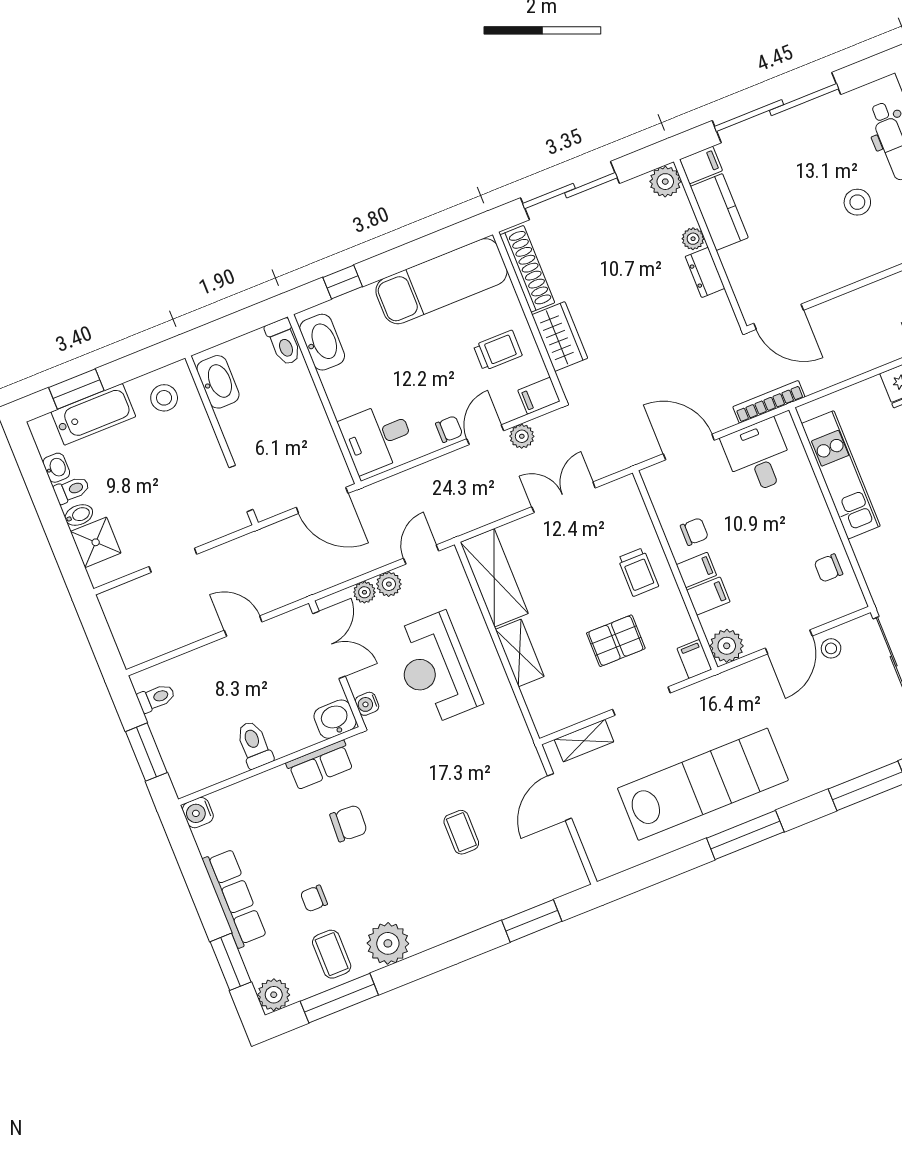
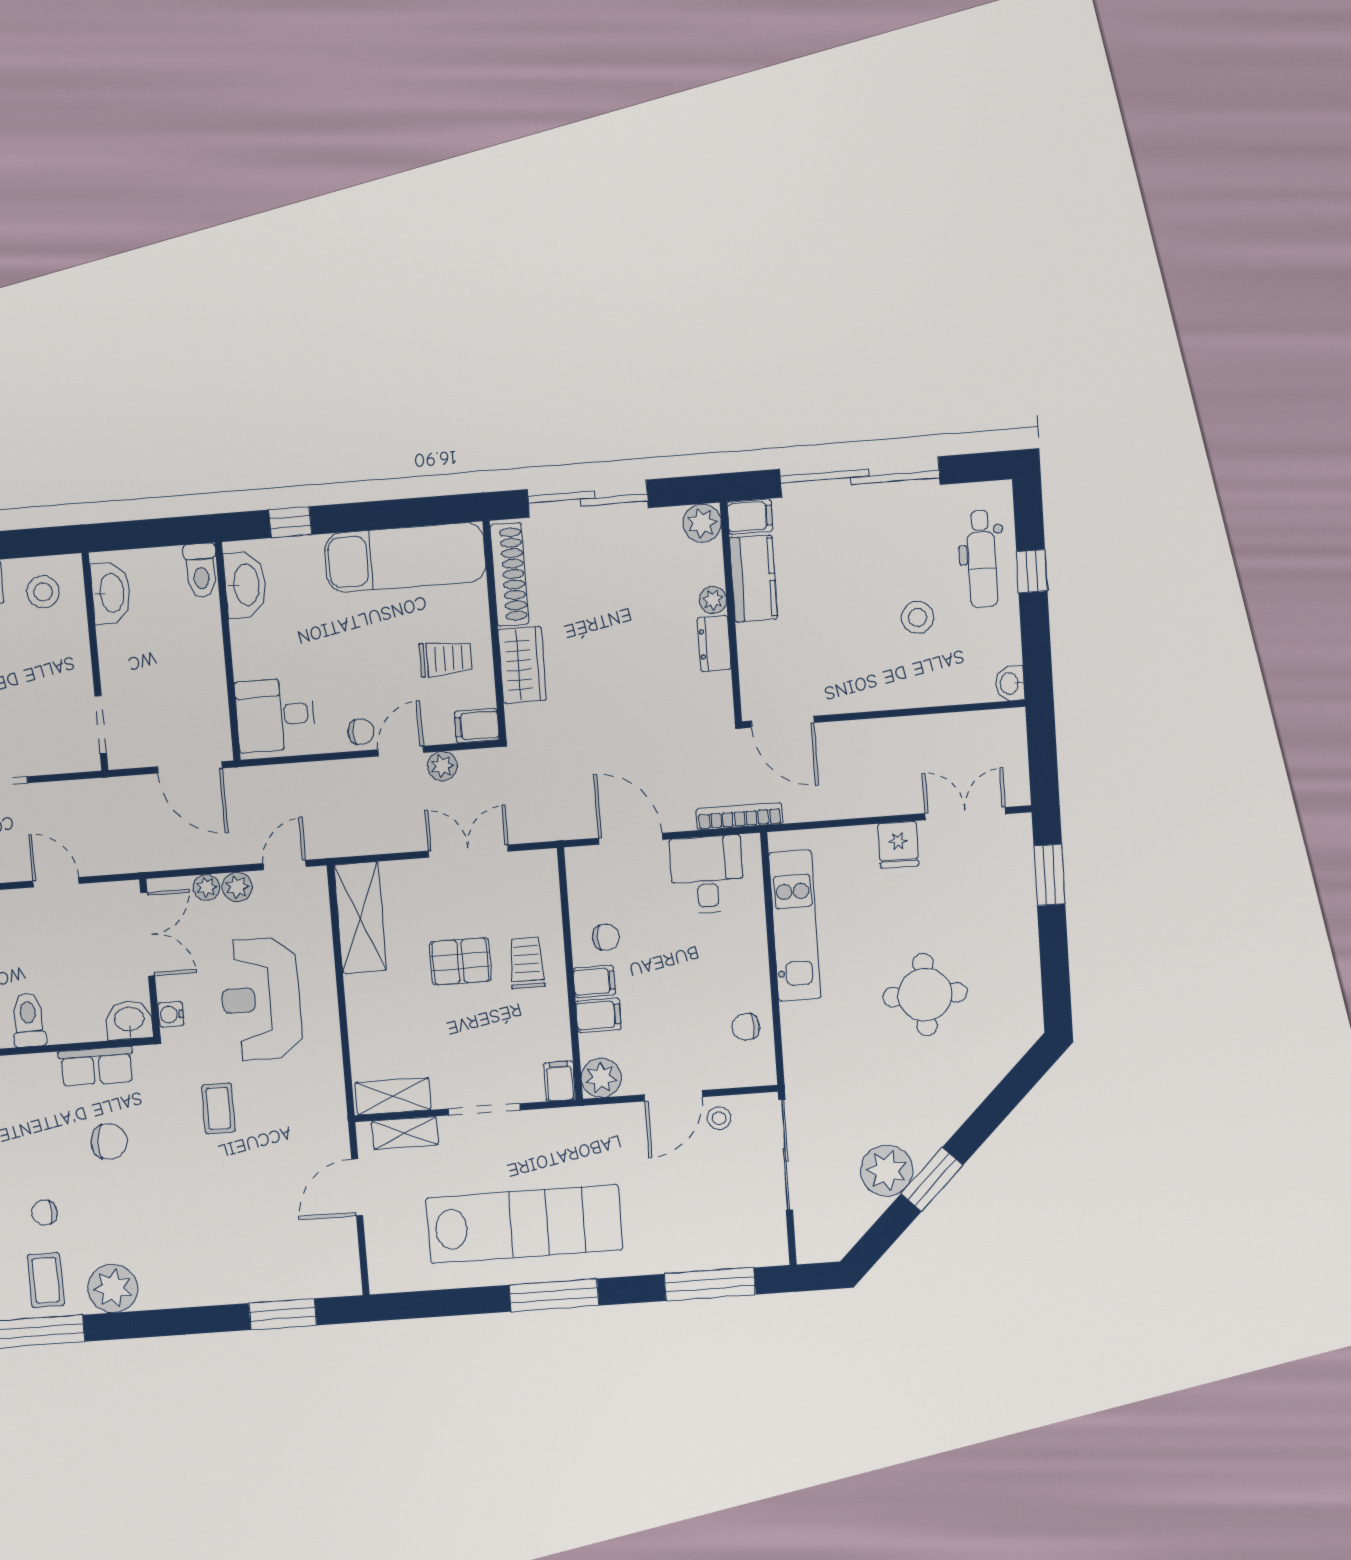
trolley: (638, 572) -> (527, 963), turned 180
pallet: (616, 641) -> (460, 961), moved
shelving: (520, 653) -> (393, 1096), moved, turned 90
coffee table: (461, 832) -> (218, 1108), moved

